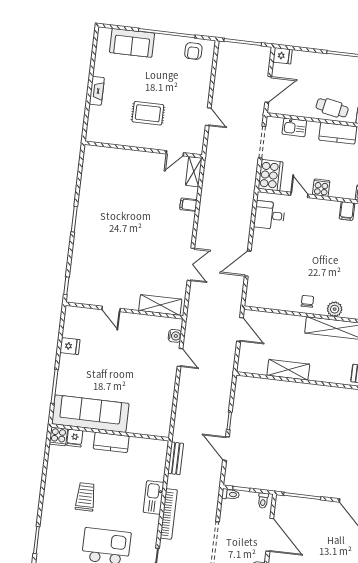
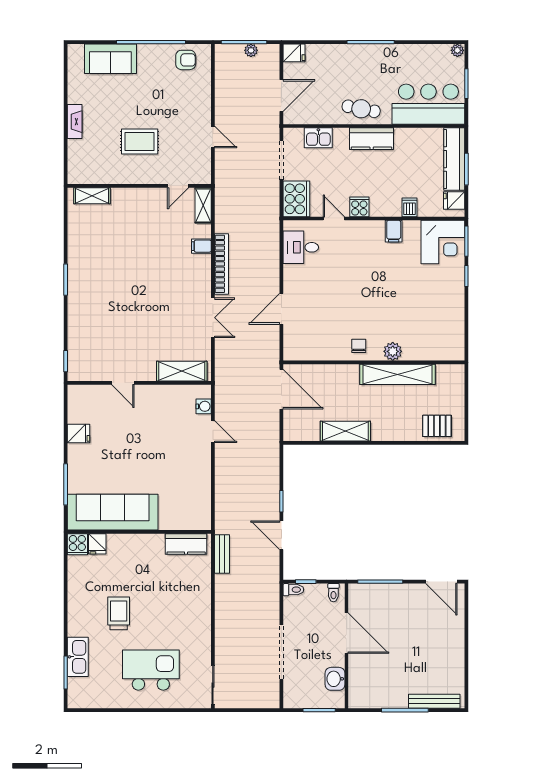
plant: (248, 49) -> (251, 50), added
armchair: (193, 51) -> (186, 60), turned -90
shelving: (104, 153) -> (92, 196), added
door: (240, 329) -> (281, 389), width x1.36
kitchen counter: (111, 442) -> (186, 544), moved
kitchen sink: (154, 497) -> (78, 657), moved, turned 180
bookcase: (169, 514) -> (222, 264), moved

